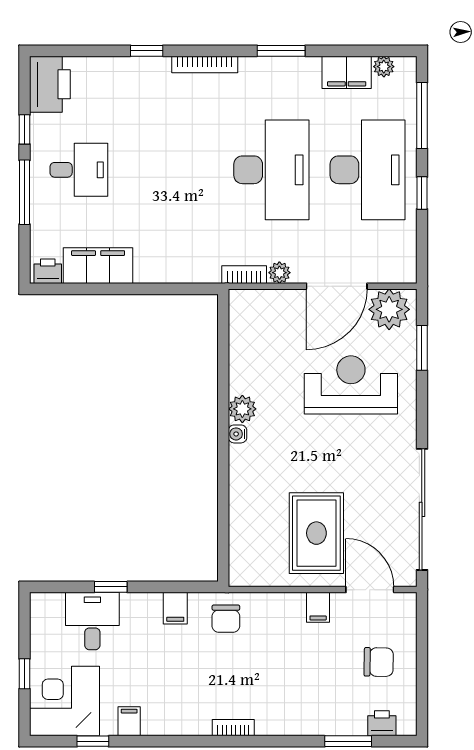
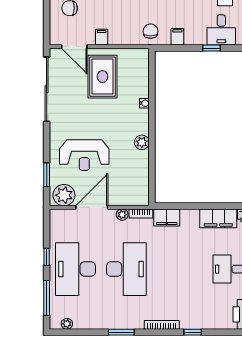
filing cabinet: (347, 72) -> (167, 217), moved, turned 180
desk: (271, 170) -> (126, 269), turned 180
water cooler: (238, 434) -> (144, 103), moved

